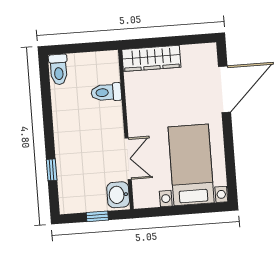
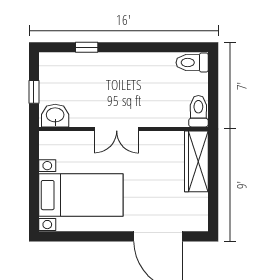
toilet: (106, 92) -> (198, 111), moved
double door: (128, 159) -> (117, 129), moved

